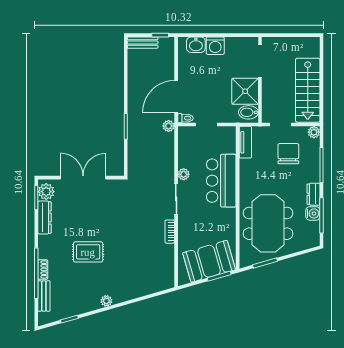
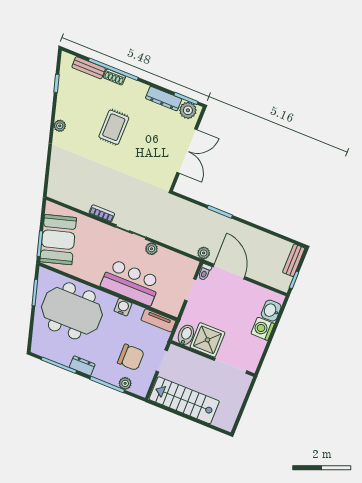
plant: (314, 132) -> (125, 383), moved
water cooler: (313, 213) -> (123, 307), moved, turned 180

